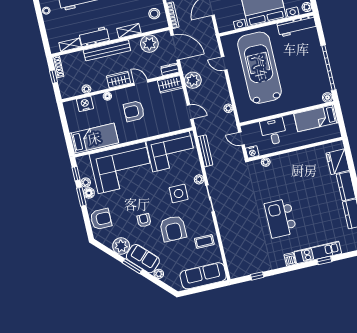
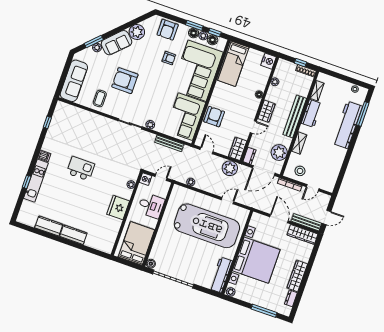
nightstand: (85, 104) -> (268, 61), moved
armchair: (134, 111) -> (214, 117), moved
door: (190, 112) -> (207, 151), swing flipped
bed: (316, 118) -> (136, 243), width x1.50
fridge: (338, 162) -> (118, 208), moved, turned -90
floor lamp: (84, 171) -> (213, 40), added
side table: (179, 193) -> (149, 102), removed
kitchen island: (280, 218) -> (81, 169), width x0.73, depth x0.78
armchair: (144, 220) -> (169, 58), moved
window: (132, 266) -> (94, 42), moved

